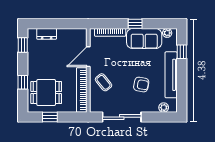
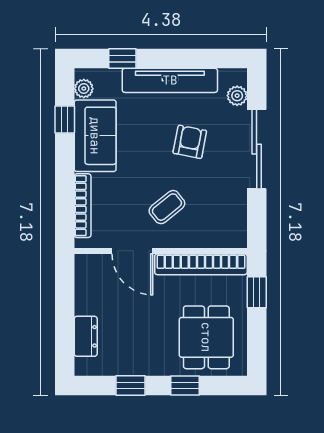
window: (135, 24) -> (65, 119), moved
window: (23, 45) -> (130, 385), moved
coffee table: (104, 82) -> (167, 207), moved
window: (50, 117) -> (257, 292), moved
sliding door: (122, 117) -> (257, 149), moved

